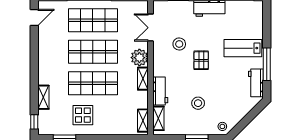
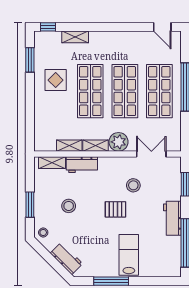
workbench: (256, 83) -> (66, 258), moved, turned 45
shelving: (143, 121) -> (69, 146), moved

